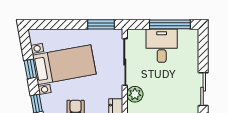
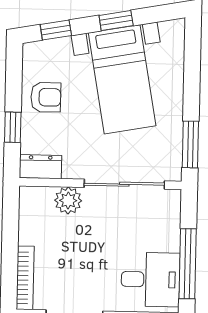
desk: (162, 46) -> (151, 279), moved

